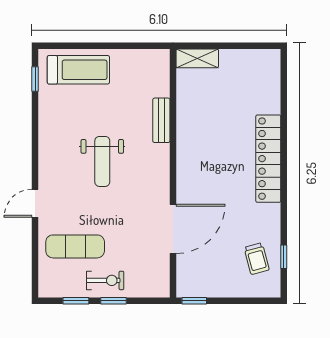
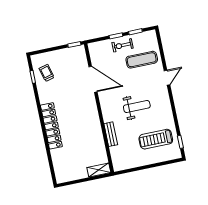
treadmill: (78, 70) -> (156, 139), moved
weight bench: (102, 161) -> (137, 107), turned 90
door: (173, 229) -> (93, 79), swing flipped

